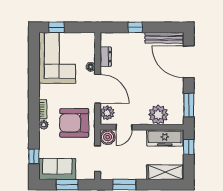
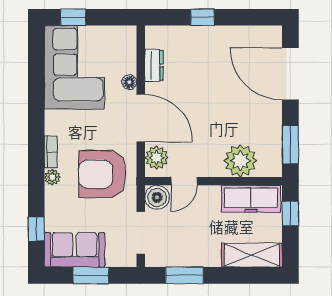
bench: (164, 38) -> (250, 34), removed

